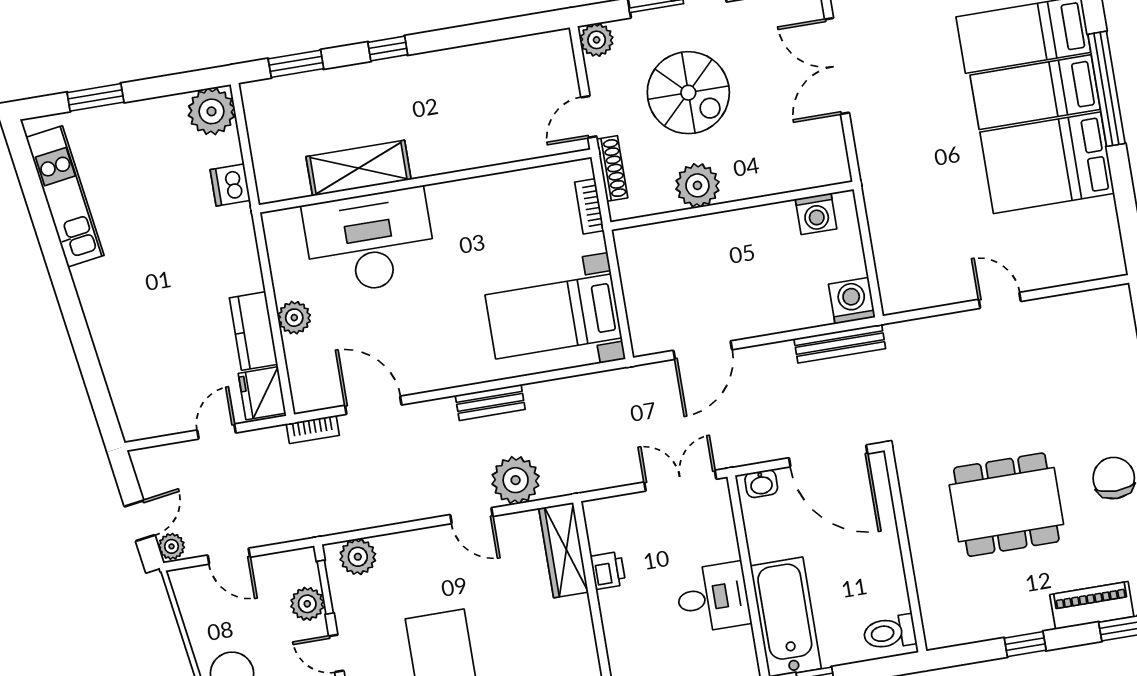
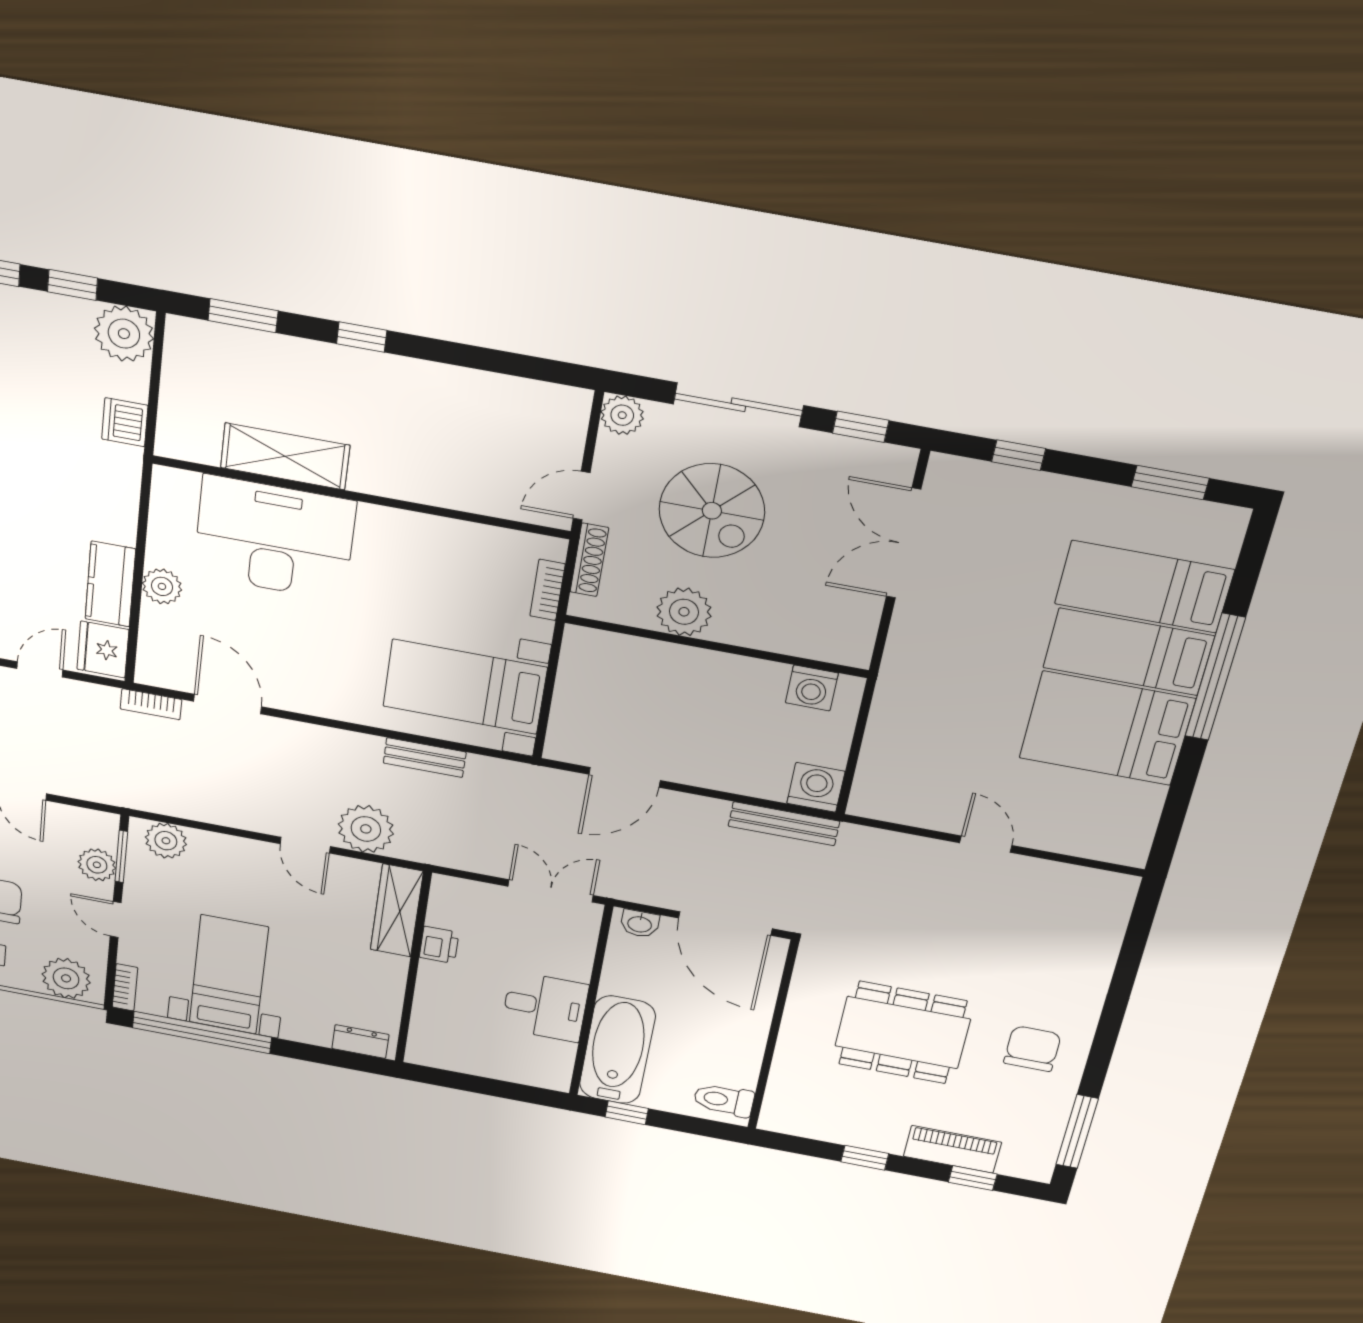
window: (164, 86) -> (72, 285), added
bench: (490, 402) -> (425, 758), moved

